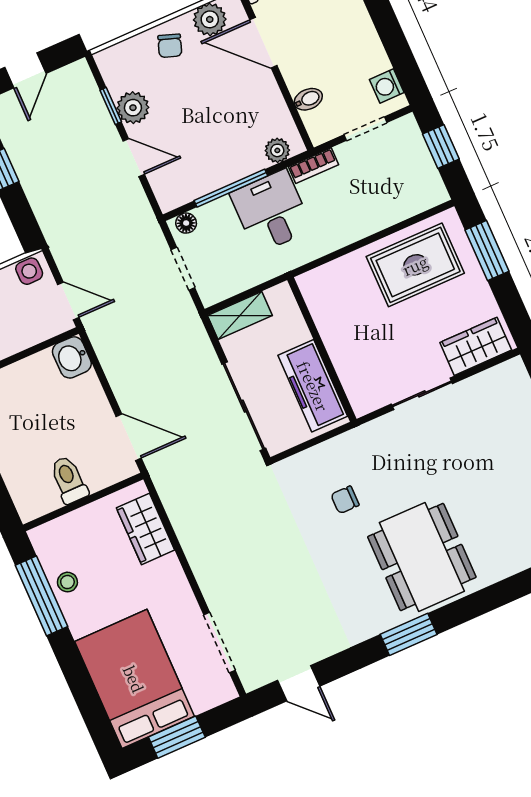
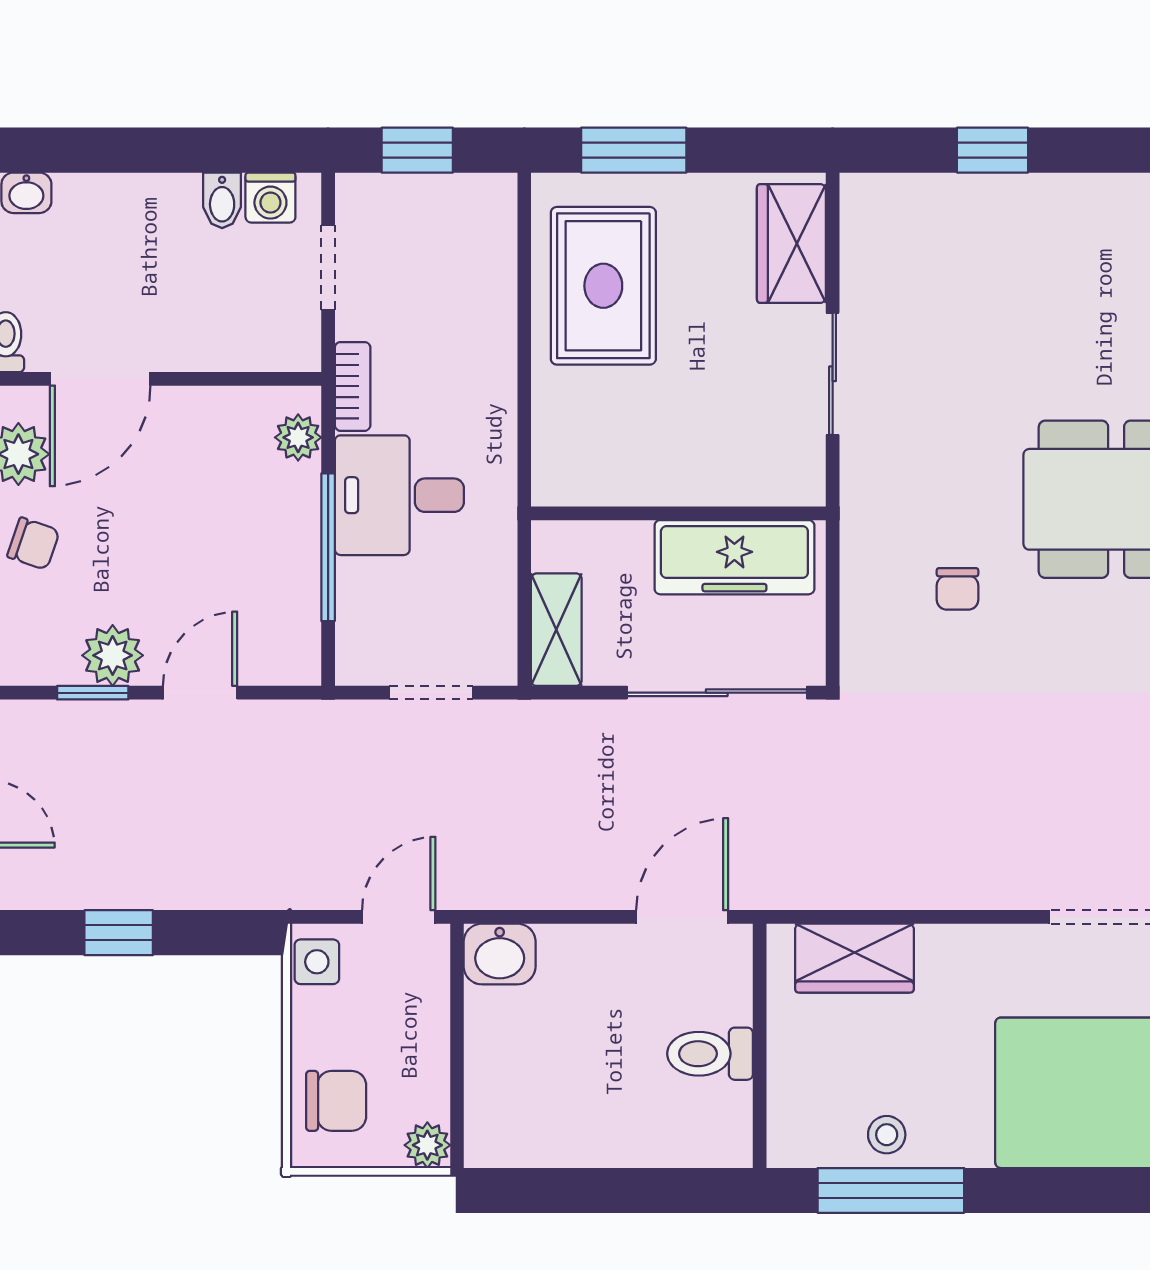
bidet: (308, 99) -> (222, 200), moved, turned 180
floor lamp: (186, 223) -> (354, 652), removed

